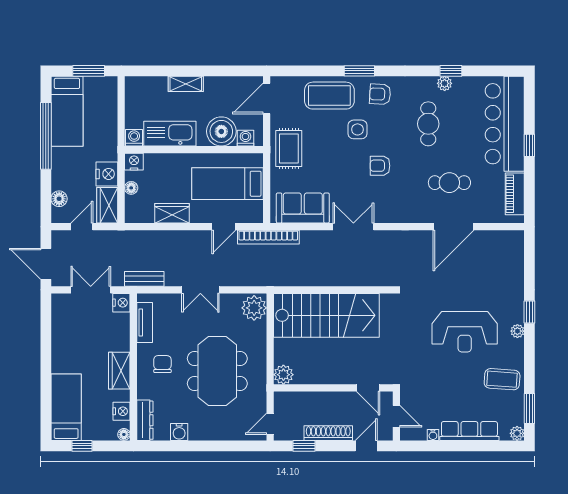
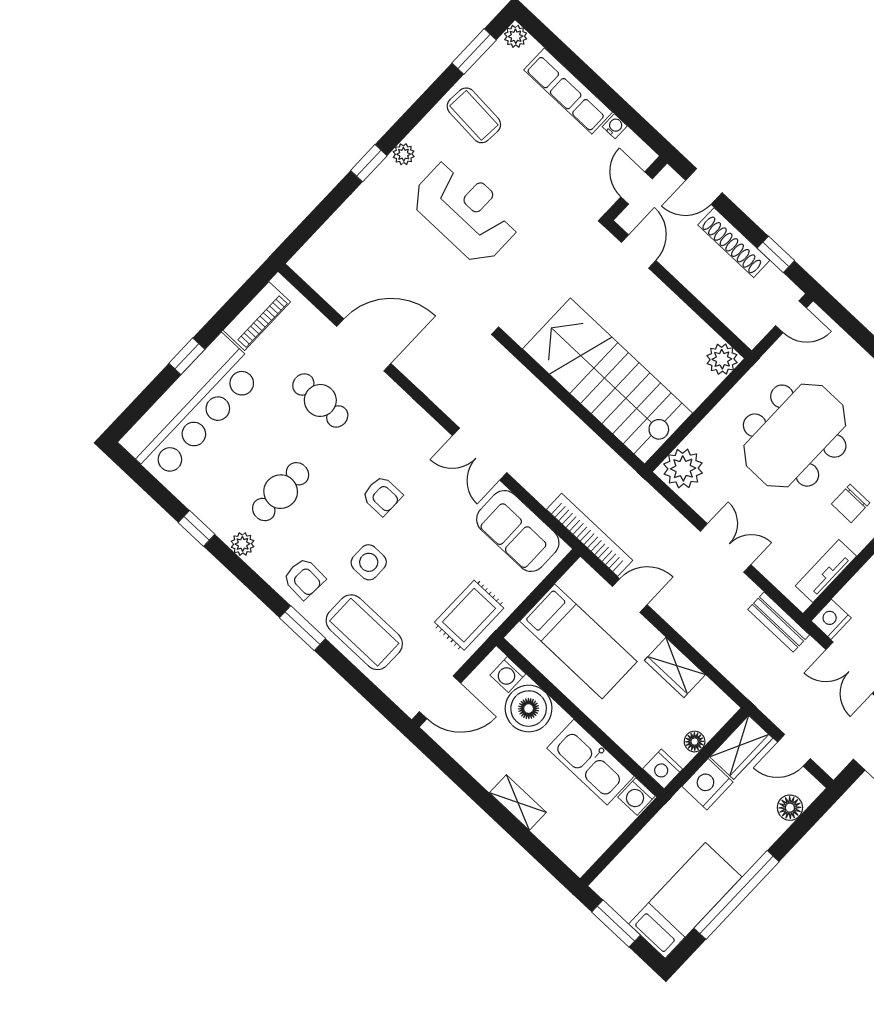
plant: (445, 83) -> (243, 544), moved

